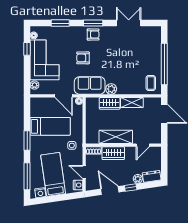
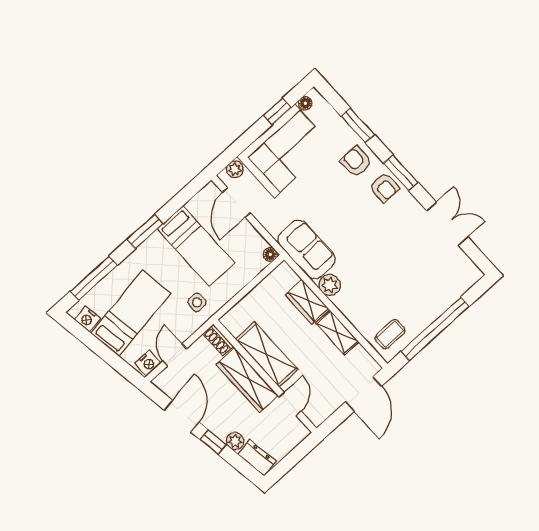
armchair: (83, 58) -> (356, 162), moved
door: (64, 96) -> (236, 202), moved
door: (143, 145) -> (290, 404), swing flipped
wardrobe: (113, 153) -> (247, 380), width x1.50

